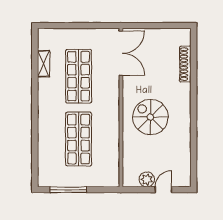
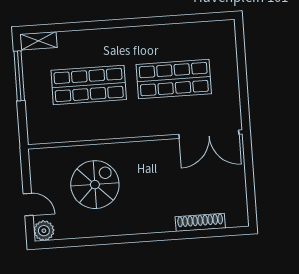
shelving: (44, 64) -> (38, 41), moved
spiral stairs: (150, 117) -> (95, 185), moved
plant: (147, 179) -> (44, 231), moved

